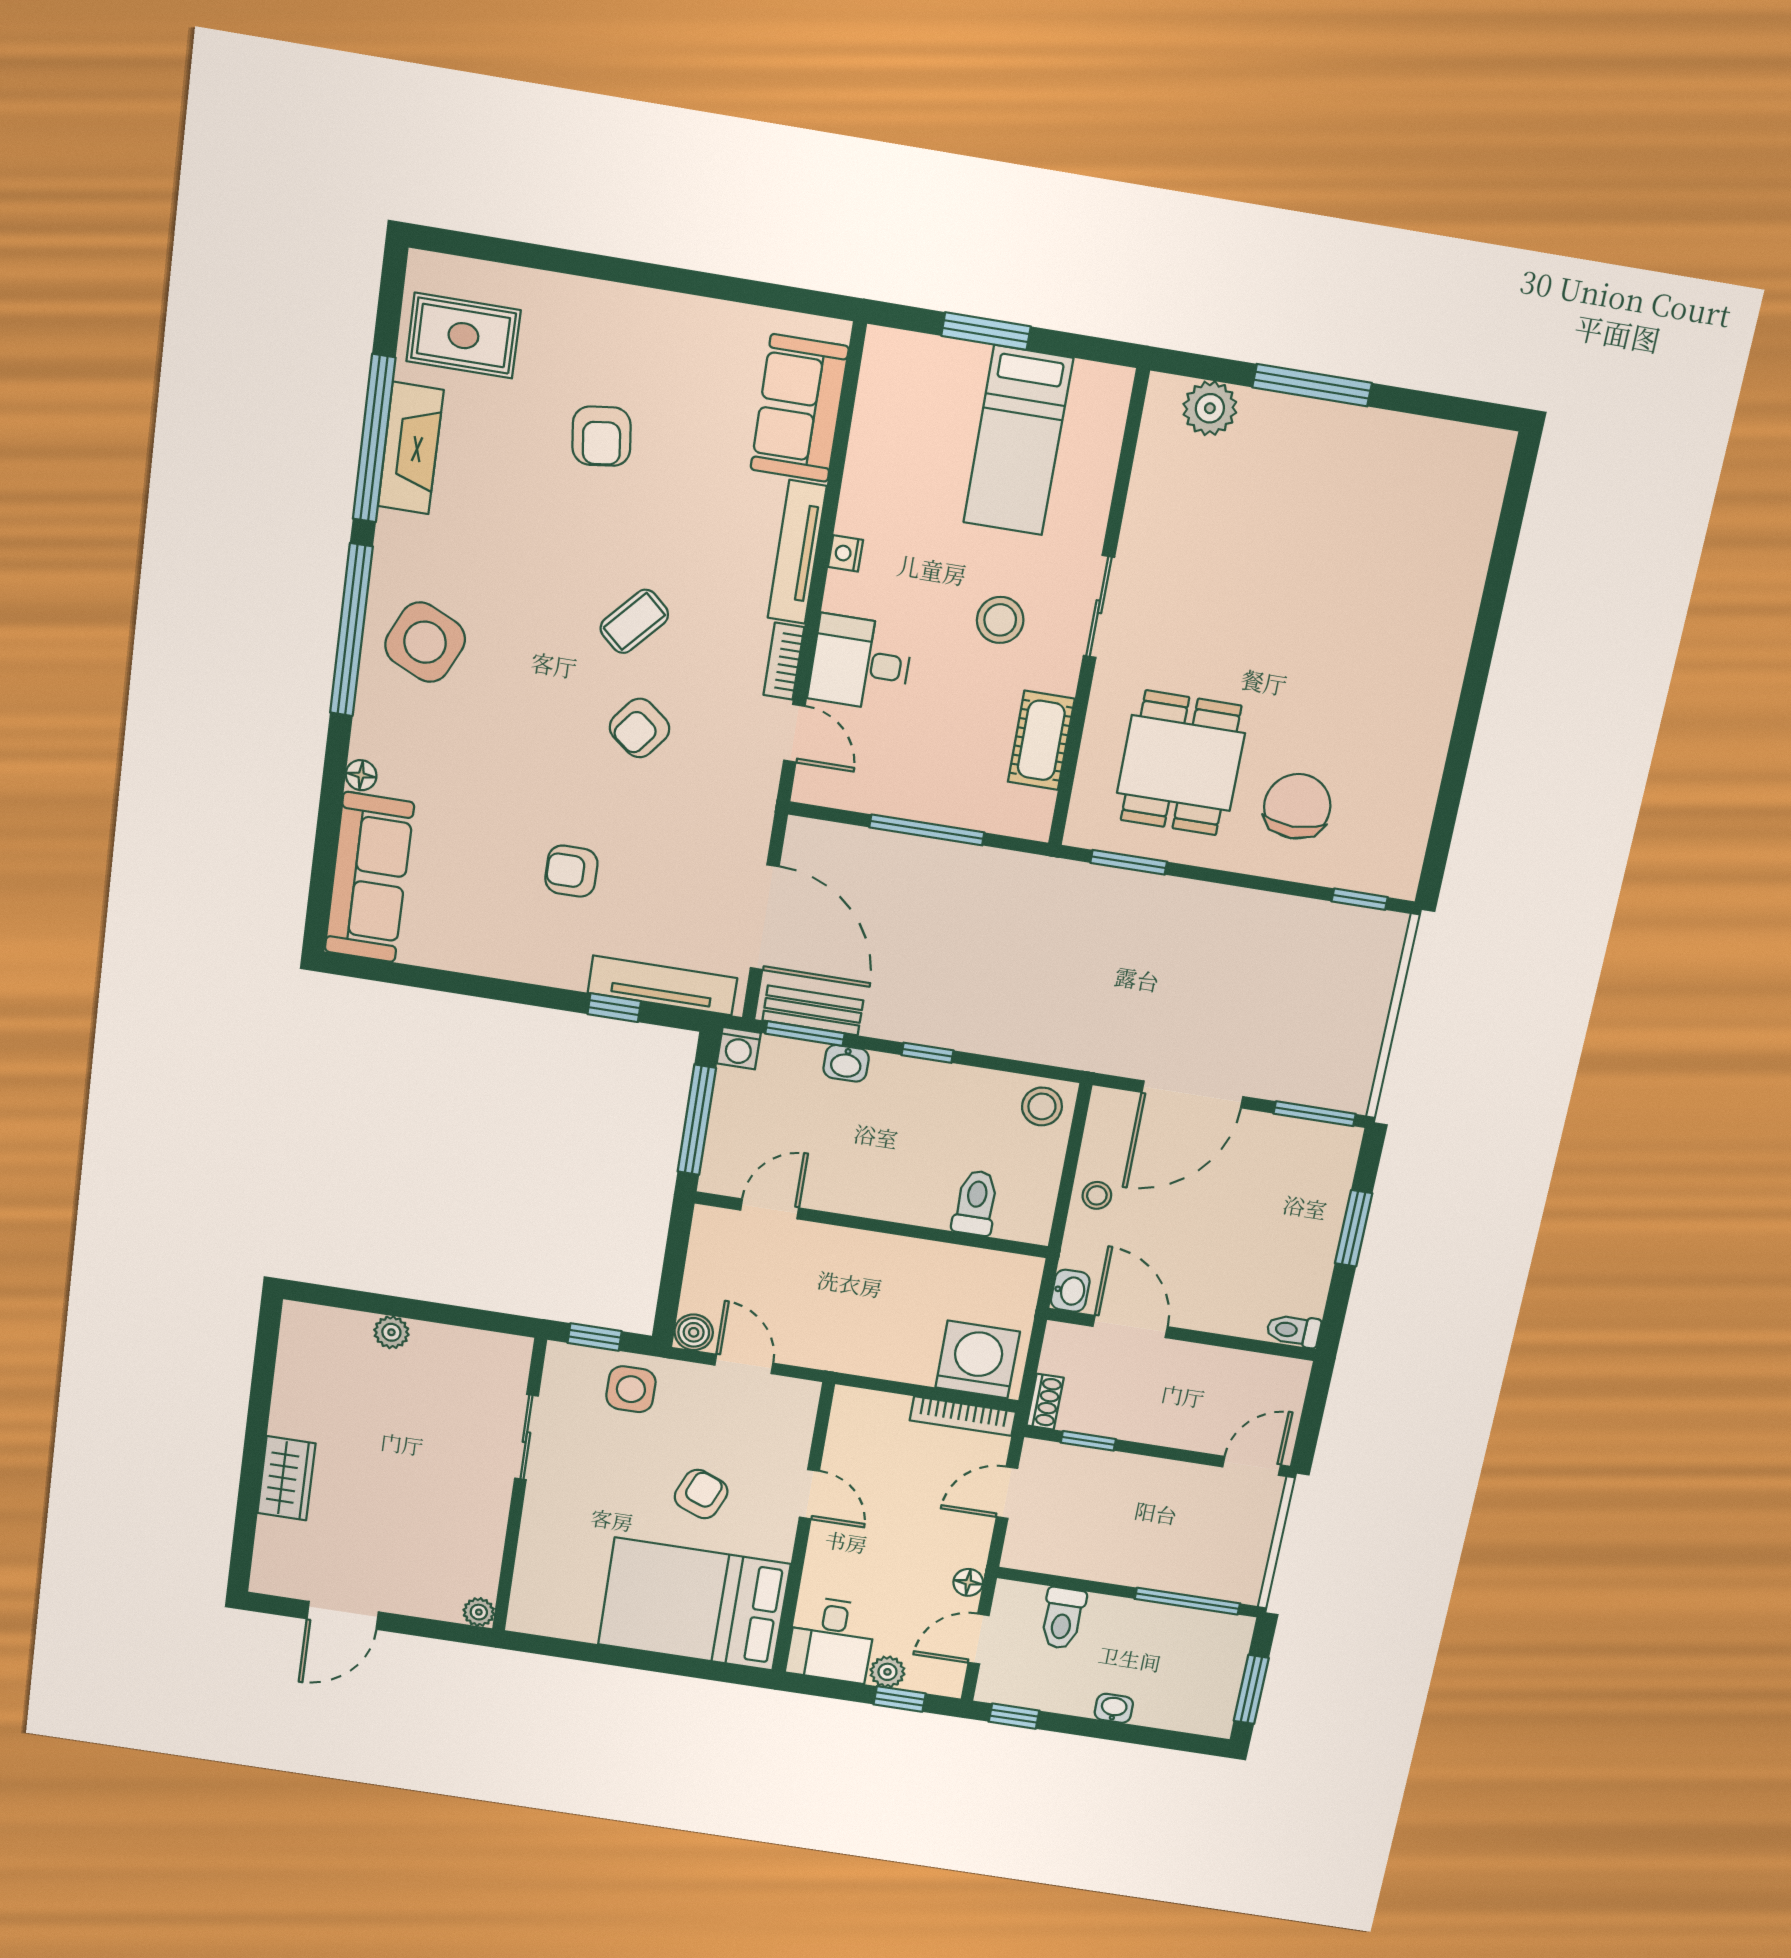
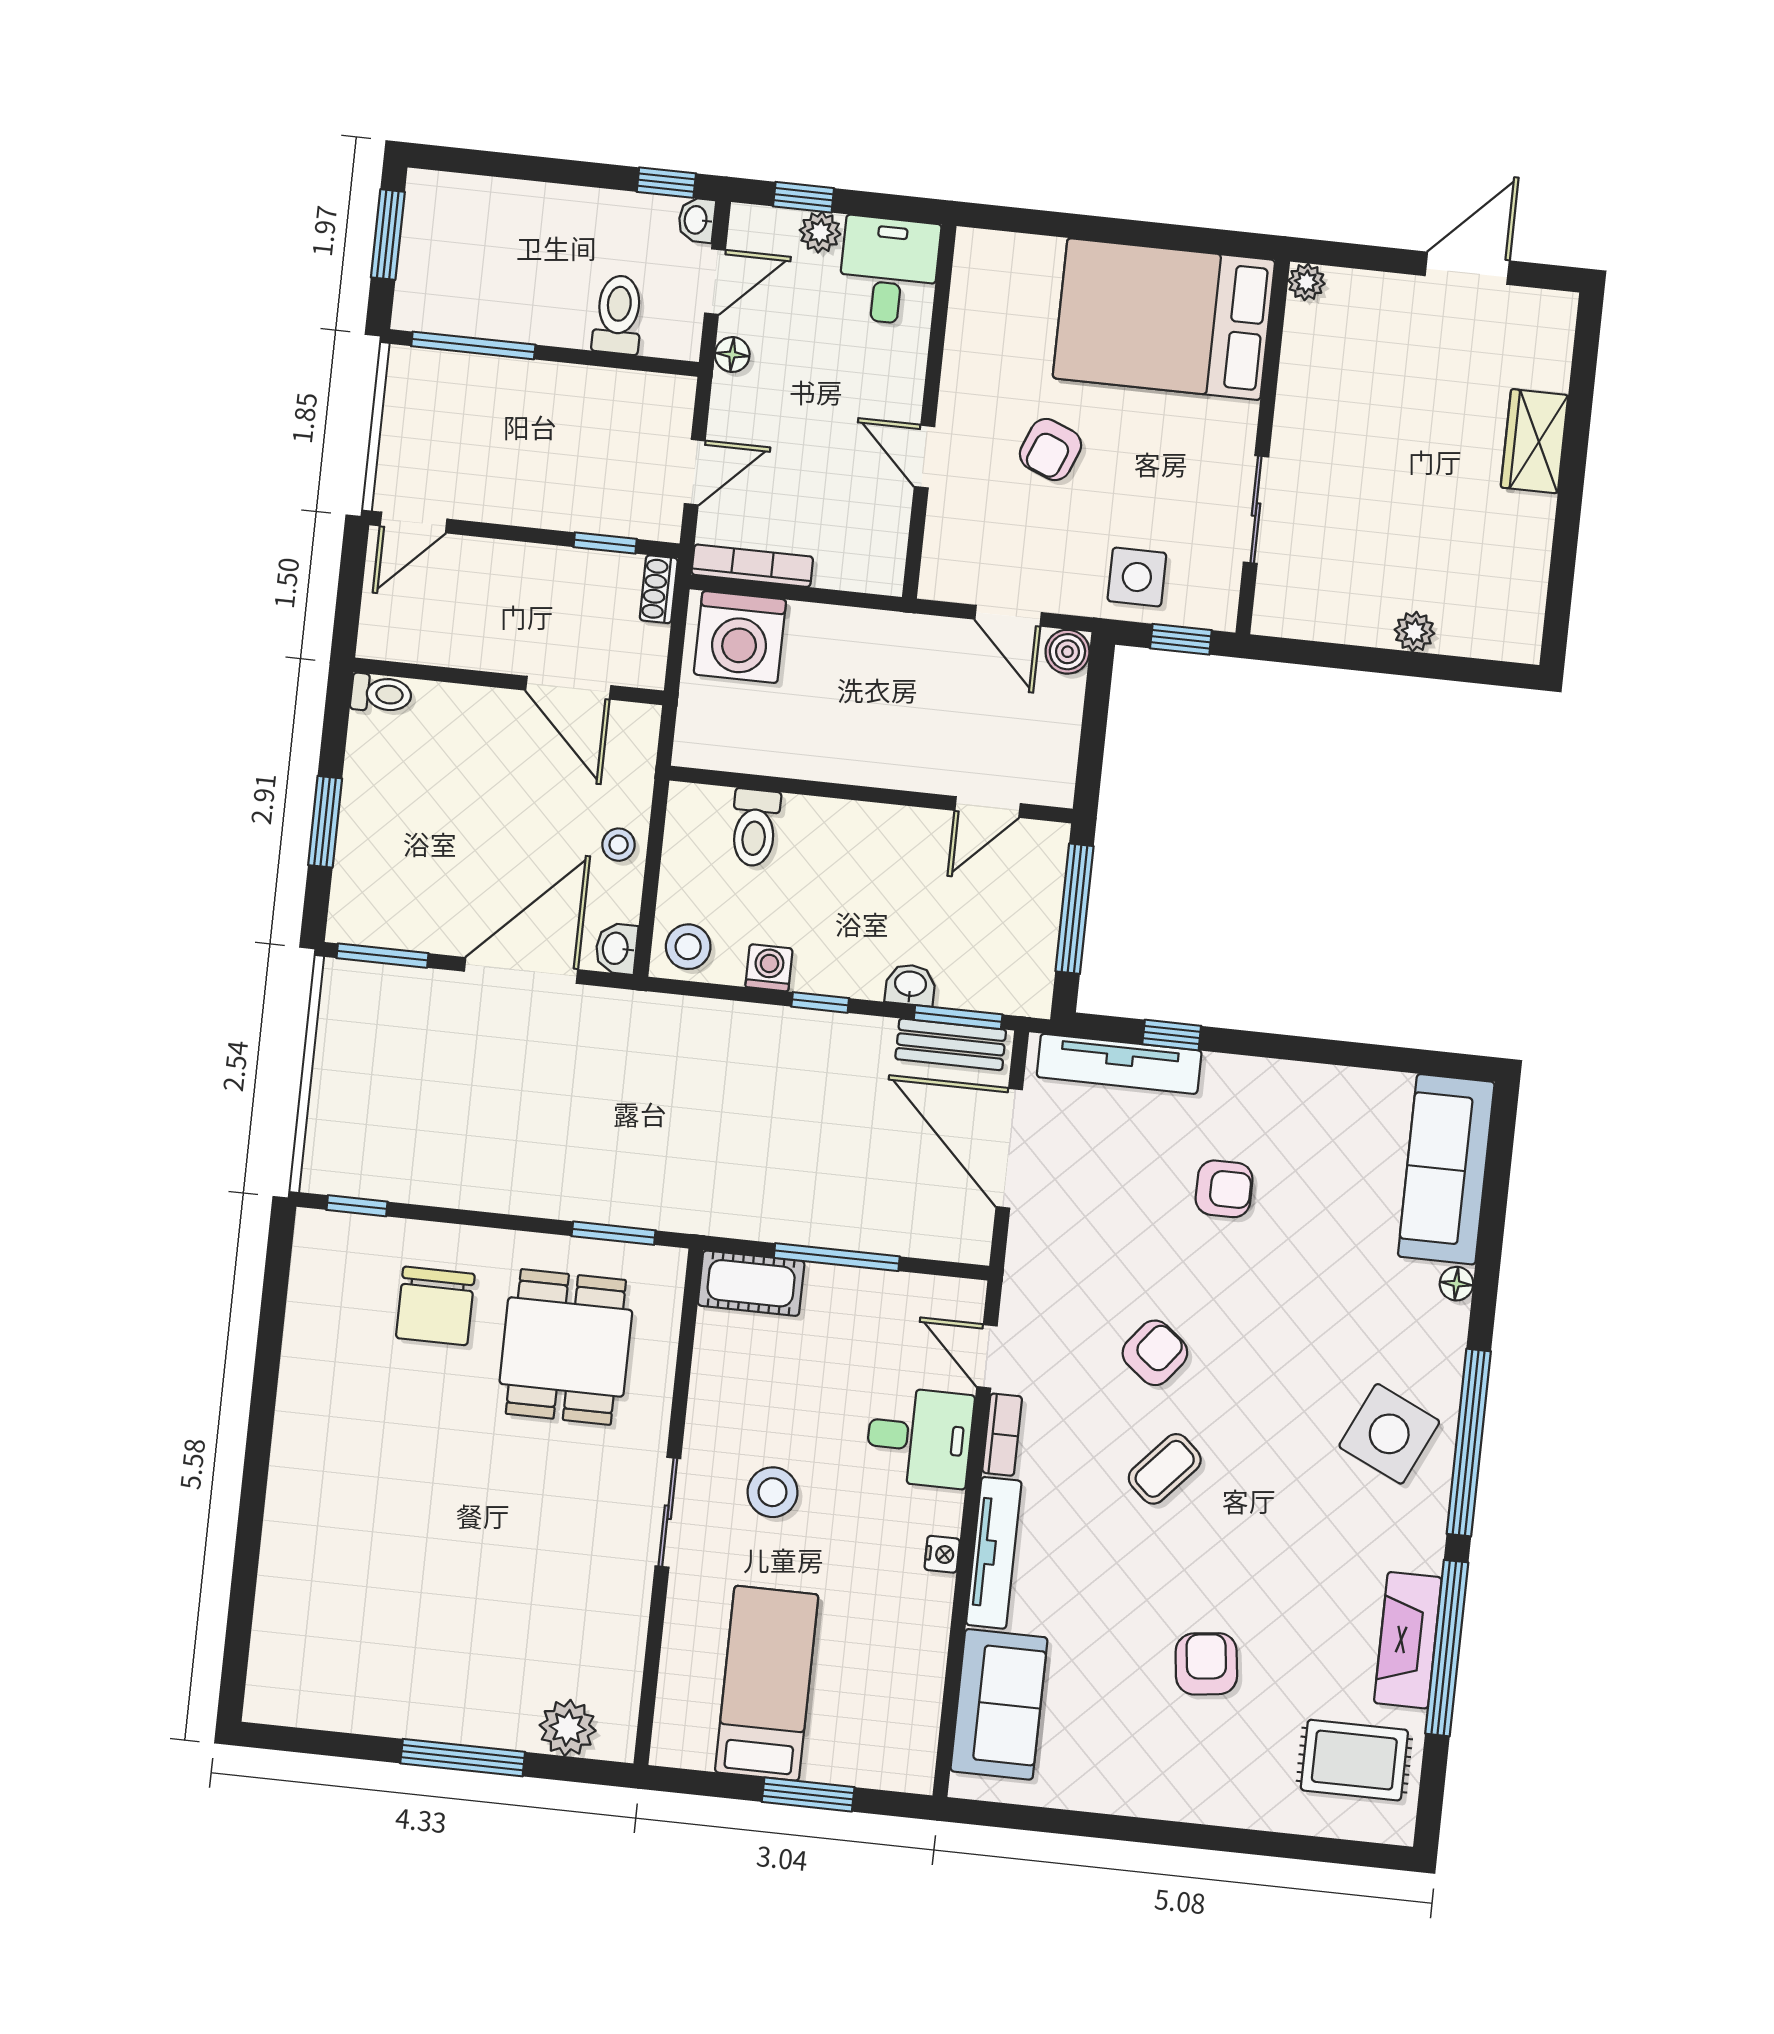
cot: (1041, 740) -> (751, 1283), moved, turned 90
washing machine: (739, 1048) -> (769, 968), moved
washbasin: (1070, 1291) -> (616, 948), moved
bed: (694, 1604) -> (1164, 319), moved, turned 180
washbasin: (1114, 1708) -> (697, 220), moved, turned 90

